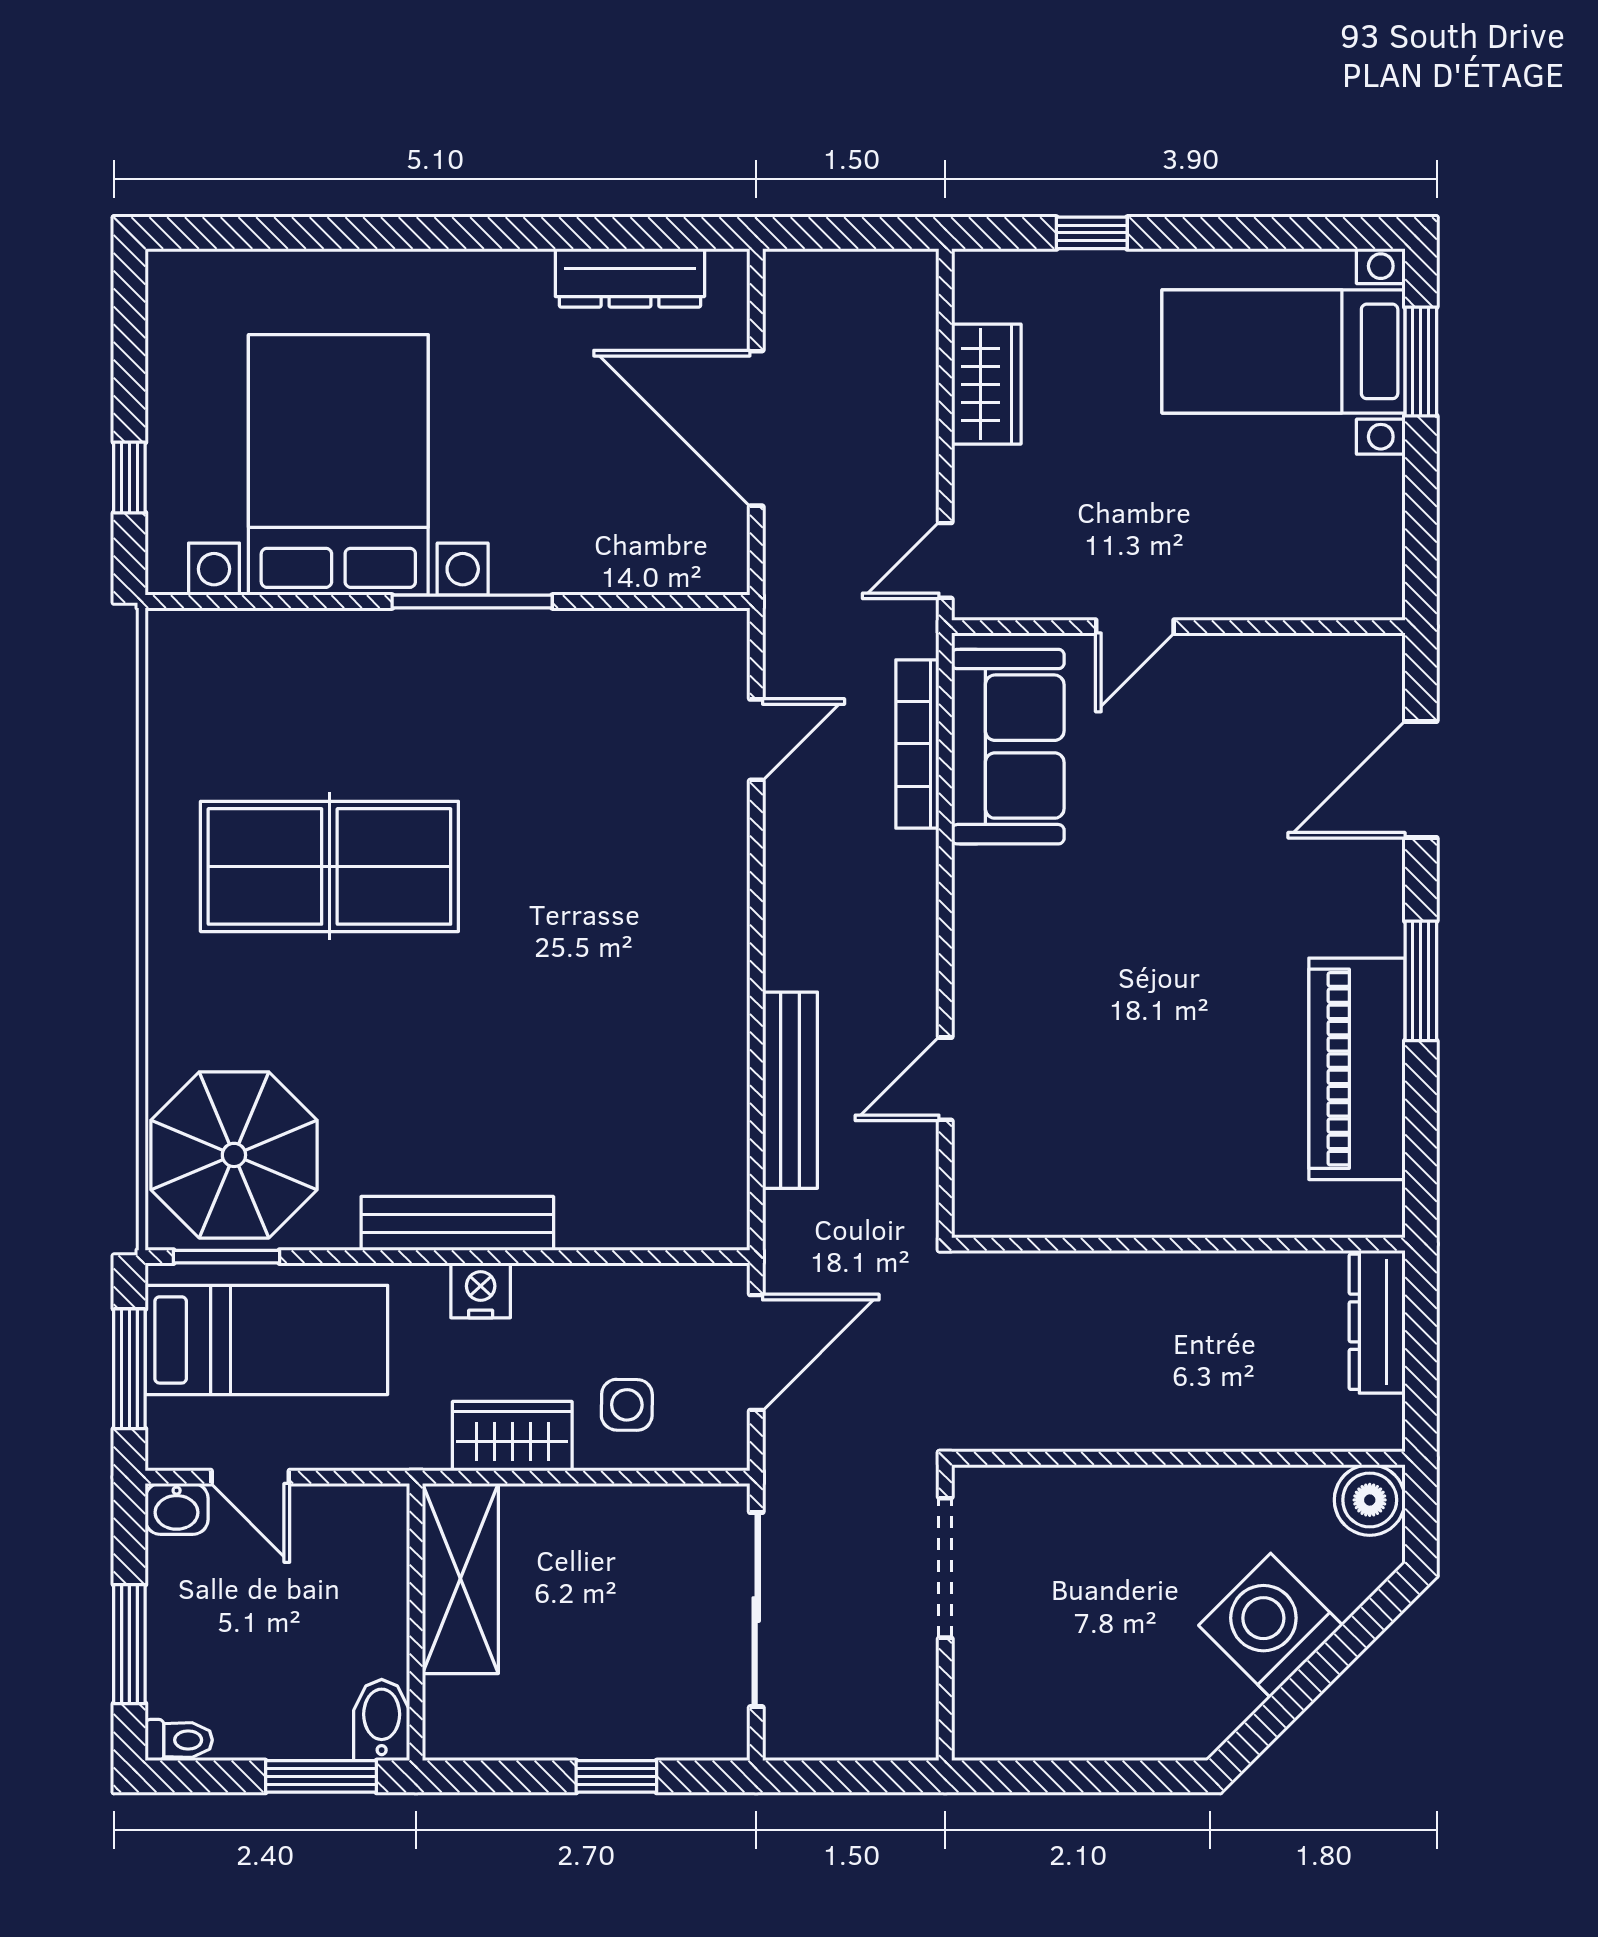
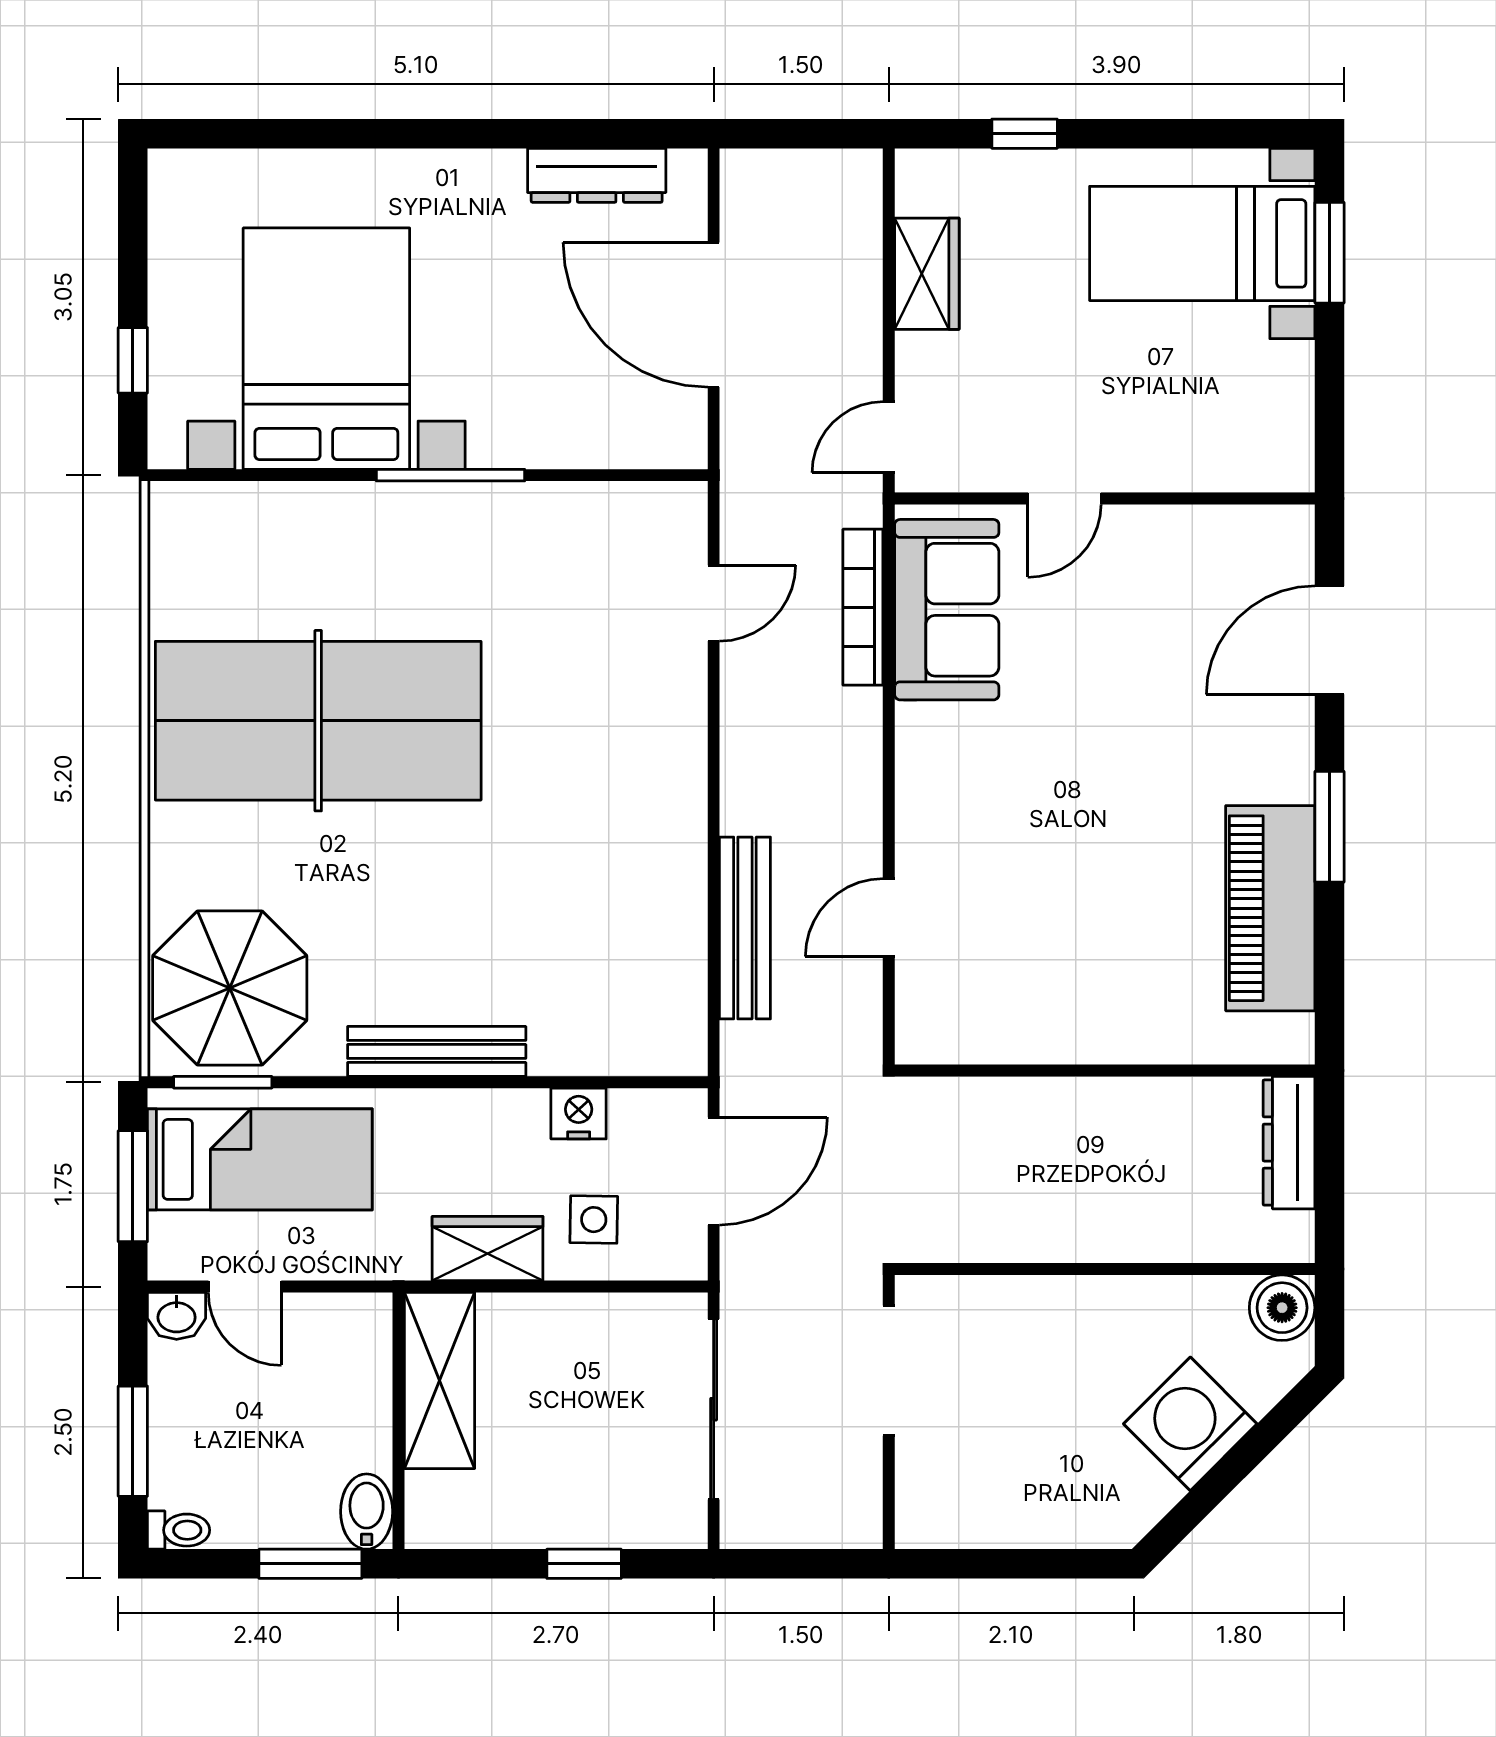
table tennis table: (329, 866) -> (318, 721), width x1.36, depth x1.32
nightstand: (481, 1290) -> (579, 1113), moved

